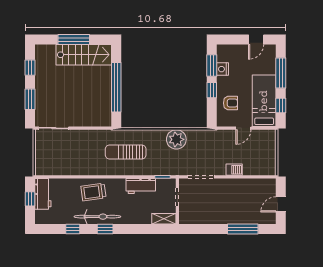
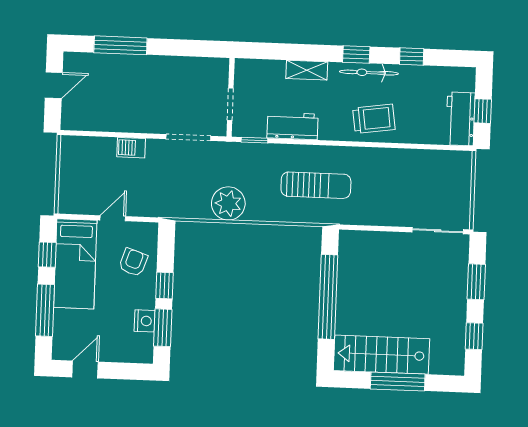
armchair: (230, 103) -> (133, 262), turned 109
bicycle: (97, 217) -> (369, 73), width x0.73, depth x0.71
shelving: (164, 219) -> (307, 70), moved

